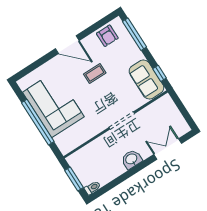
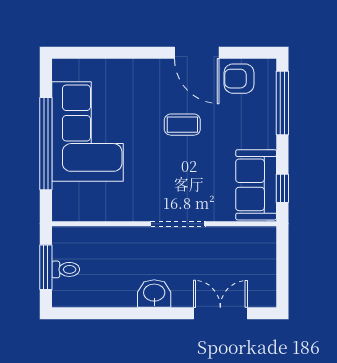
armchair: (107, 36) -> (239, 79), turned 90
door: (67, 45) -> (197, 53), moved
toilet: (92, 188) -> (66, 269), moved

